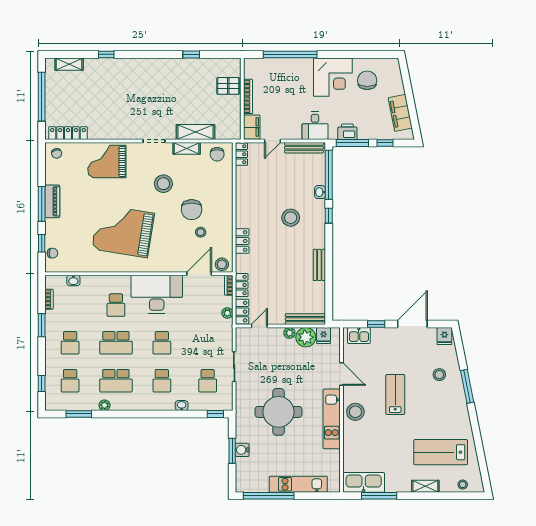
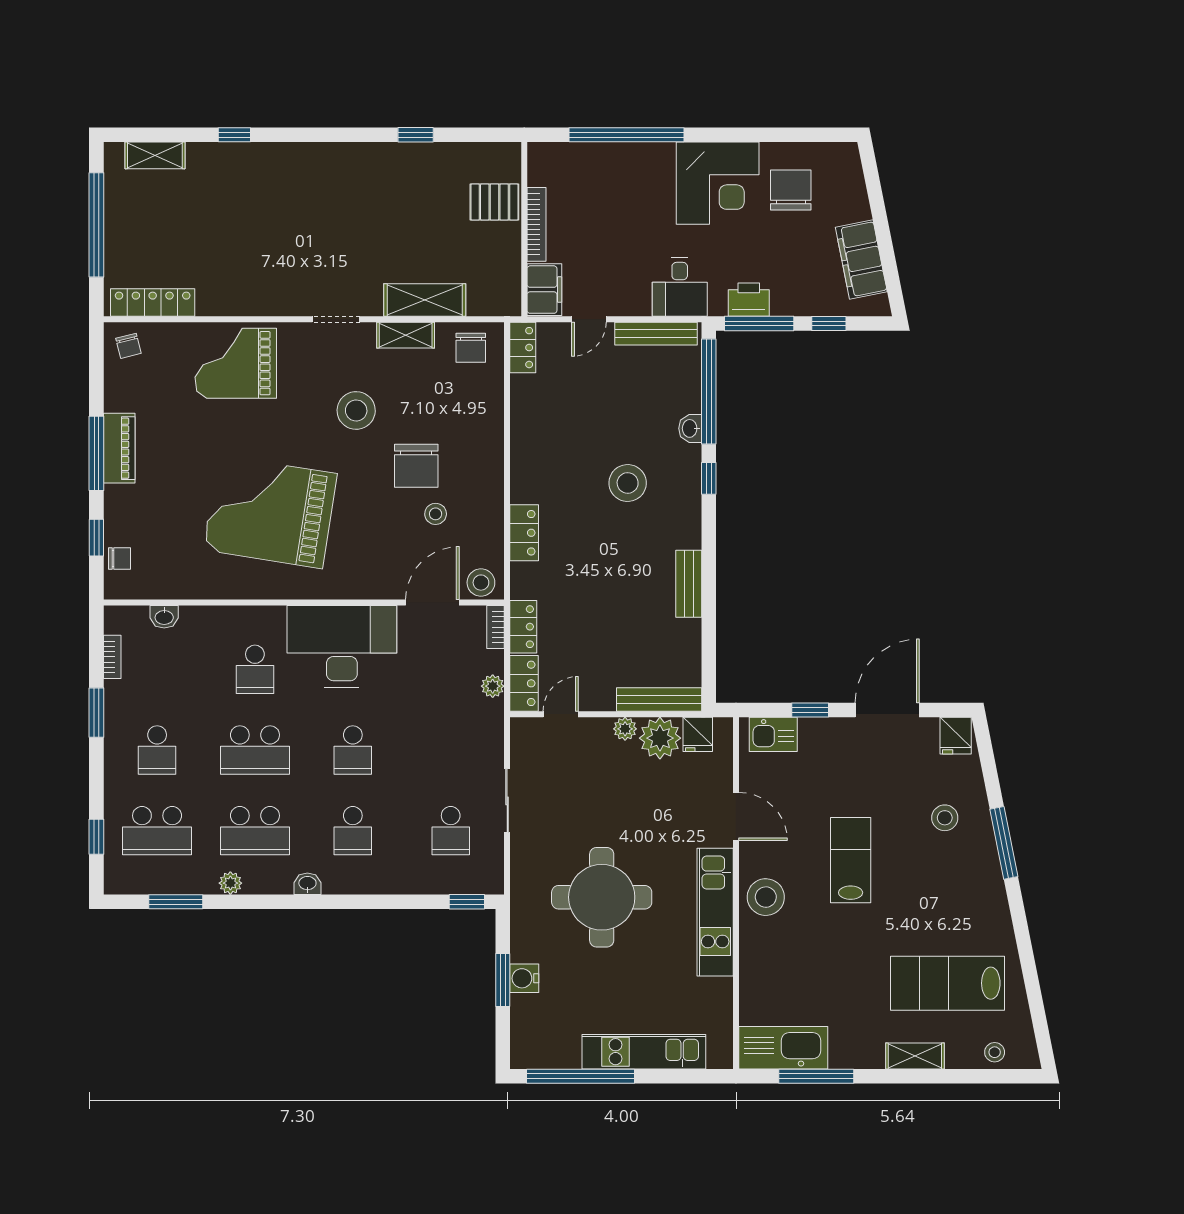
school desk: (70, 381) -> (157, 831), width x1.85
washbasin: (182, 406) -> (307, 884), moved

